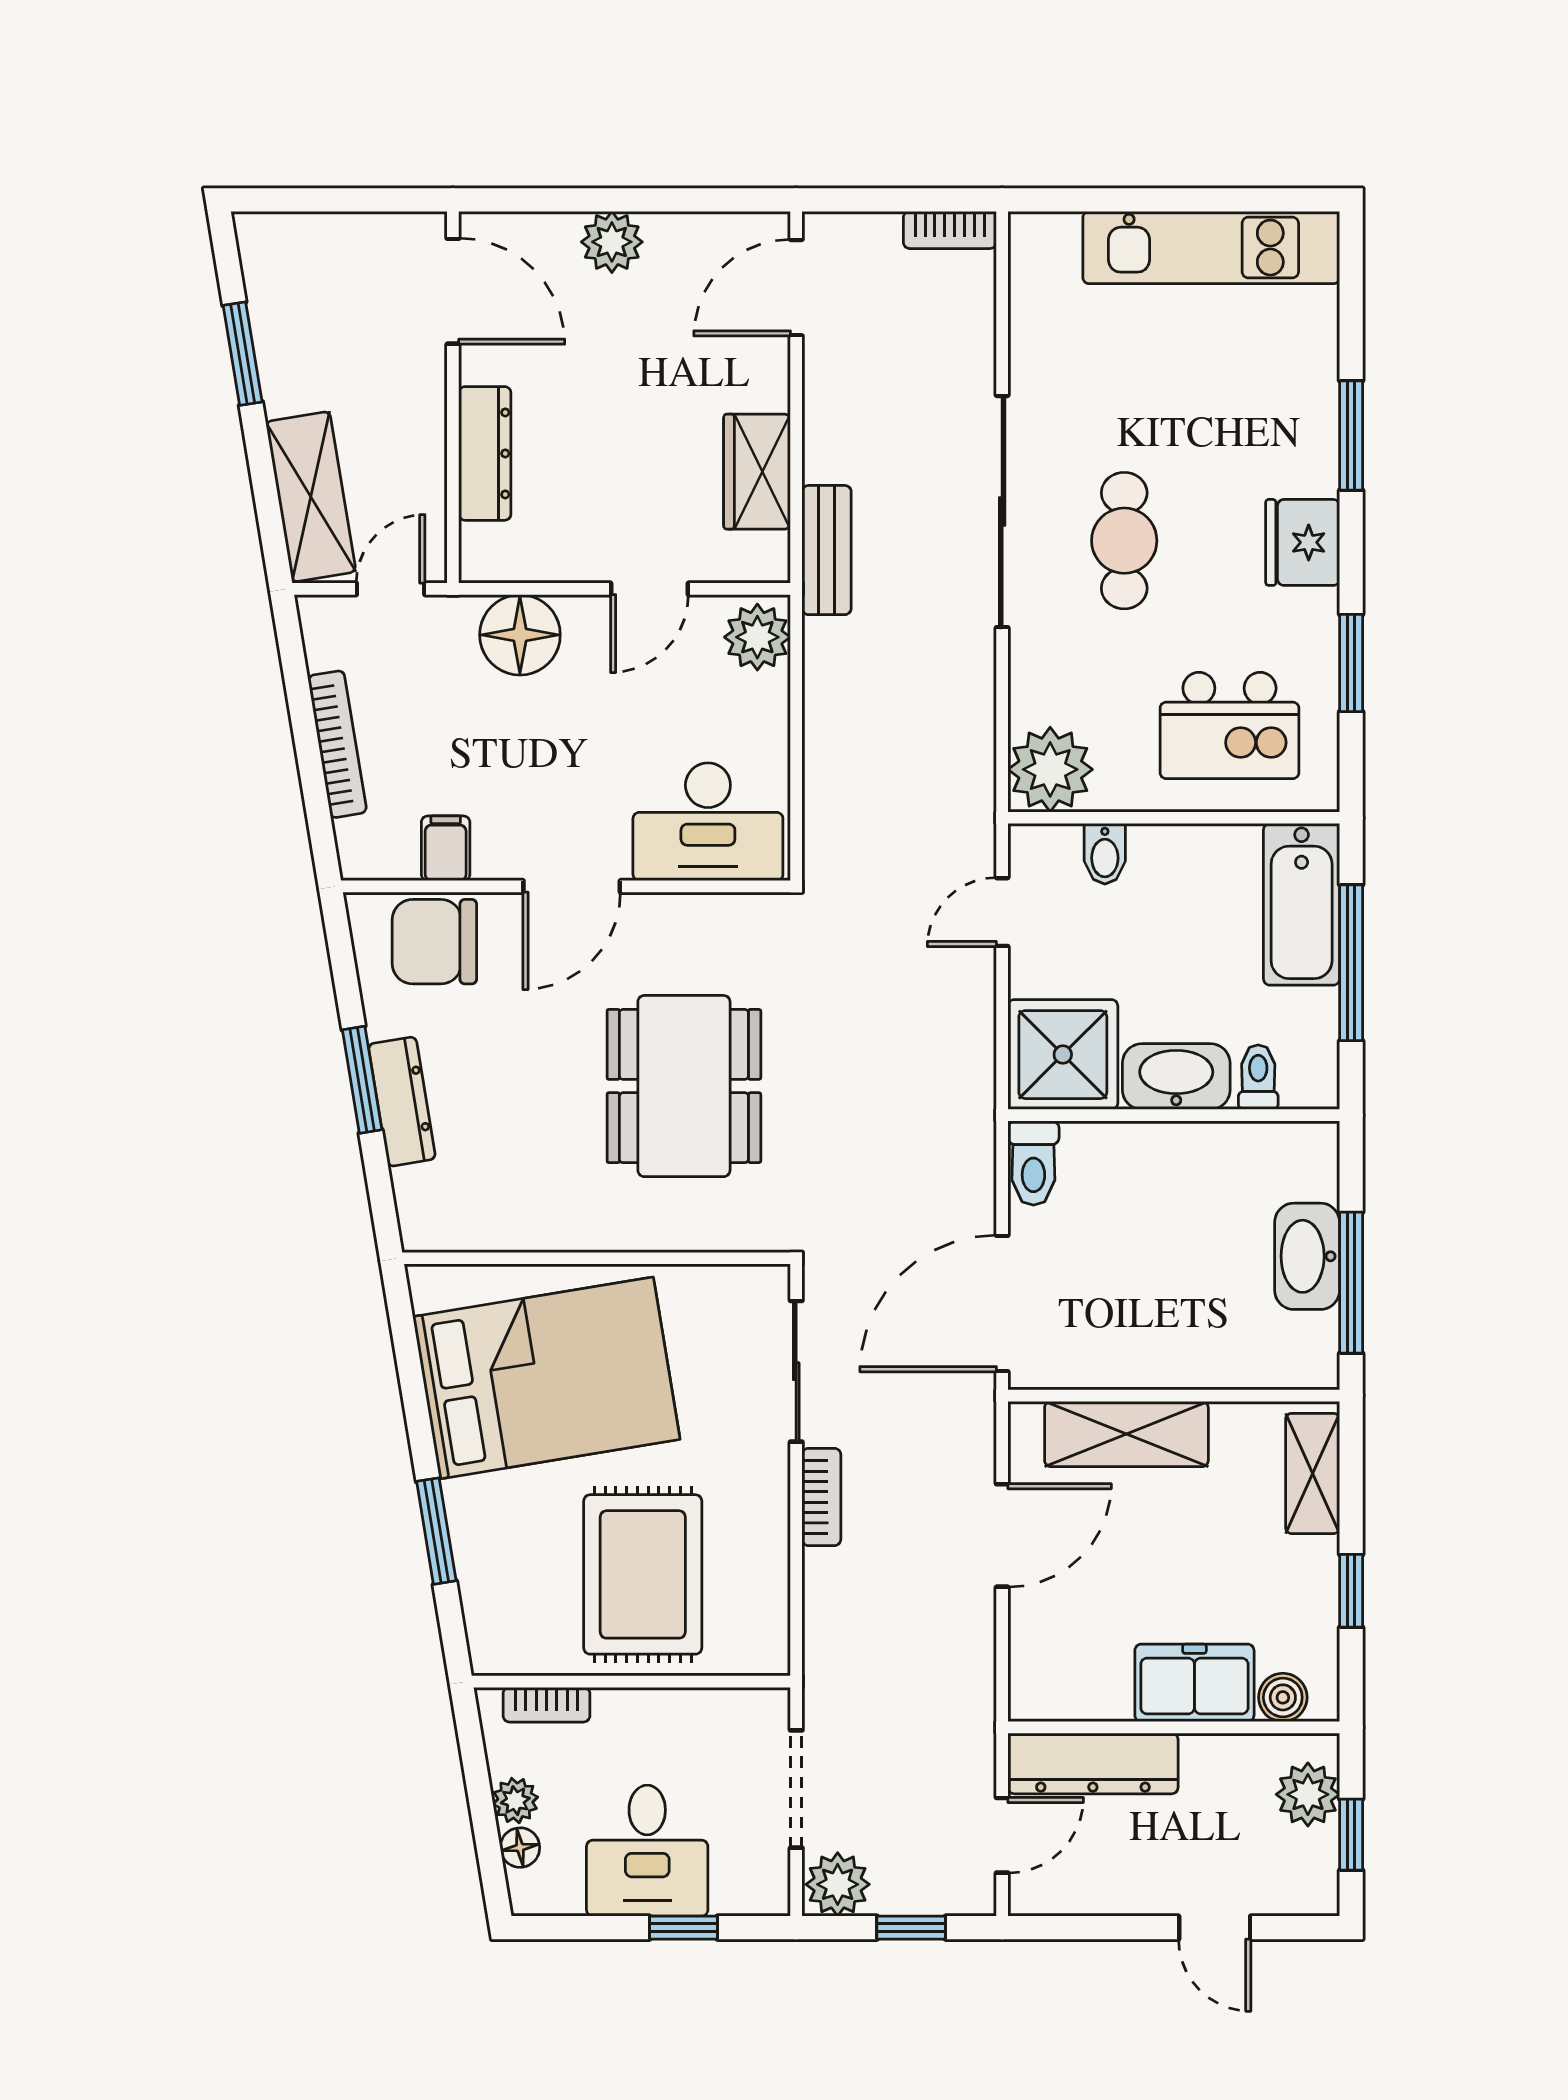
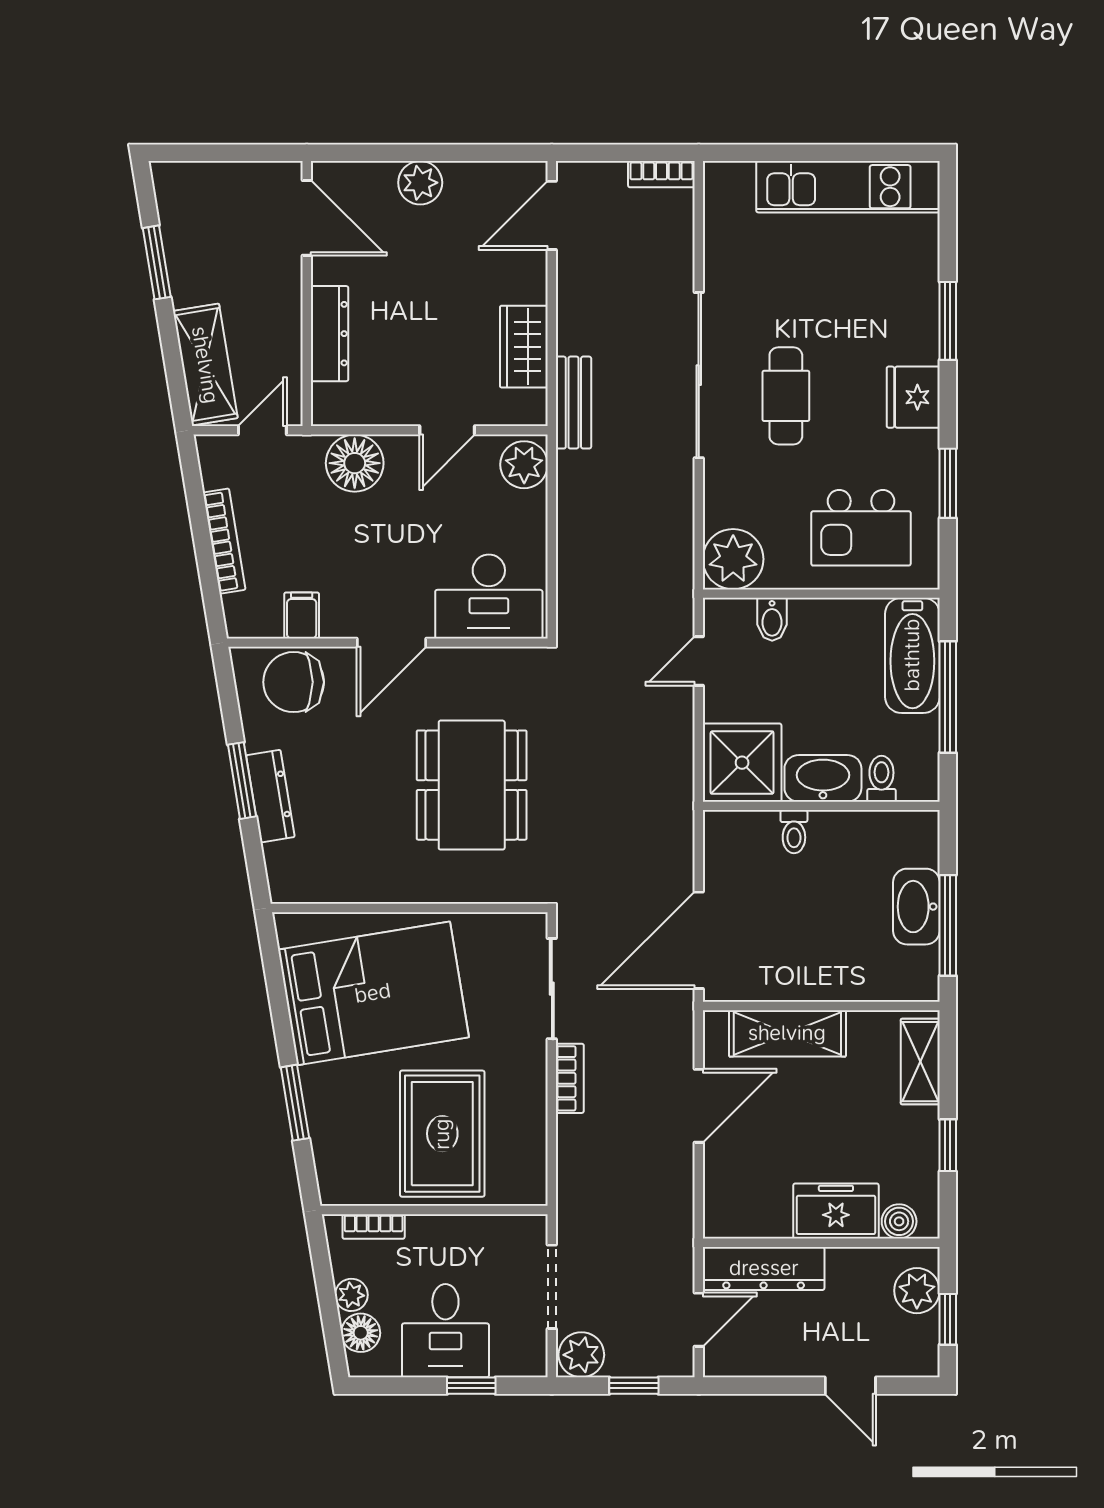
toilet: (1033, 1163) -> (794, 832), moved, width x0.73, depth x0.72
floor lamp: (520, 1848) -> (361, 1333), width x1.37, depth x1.37

